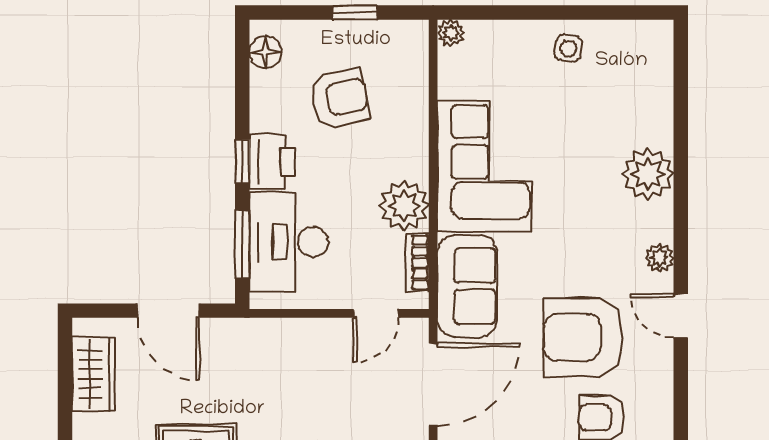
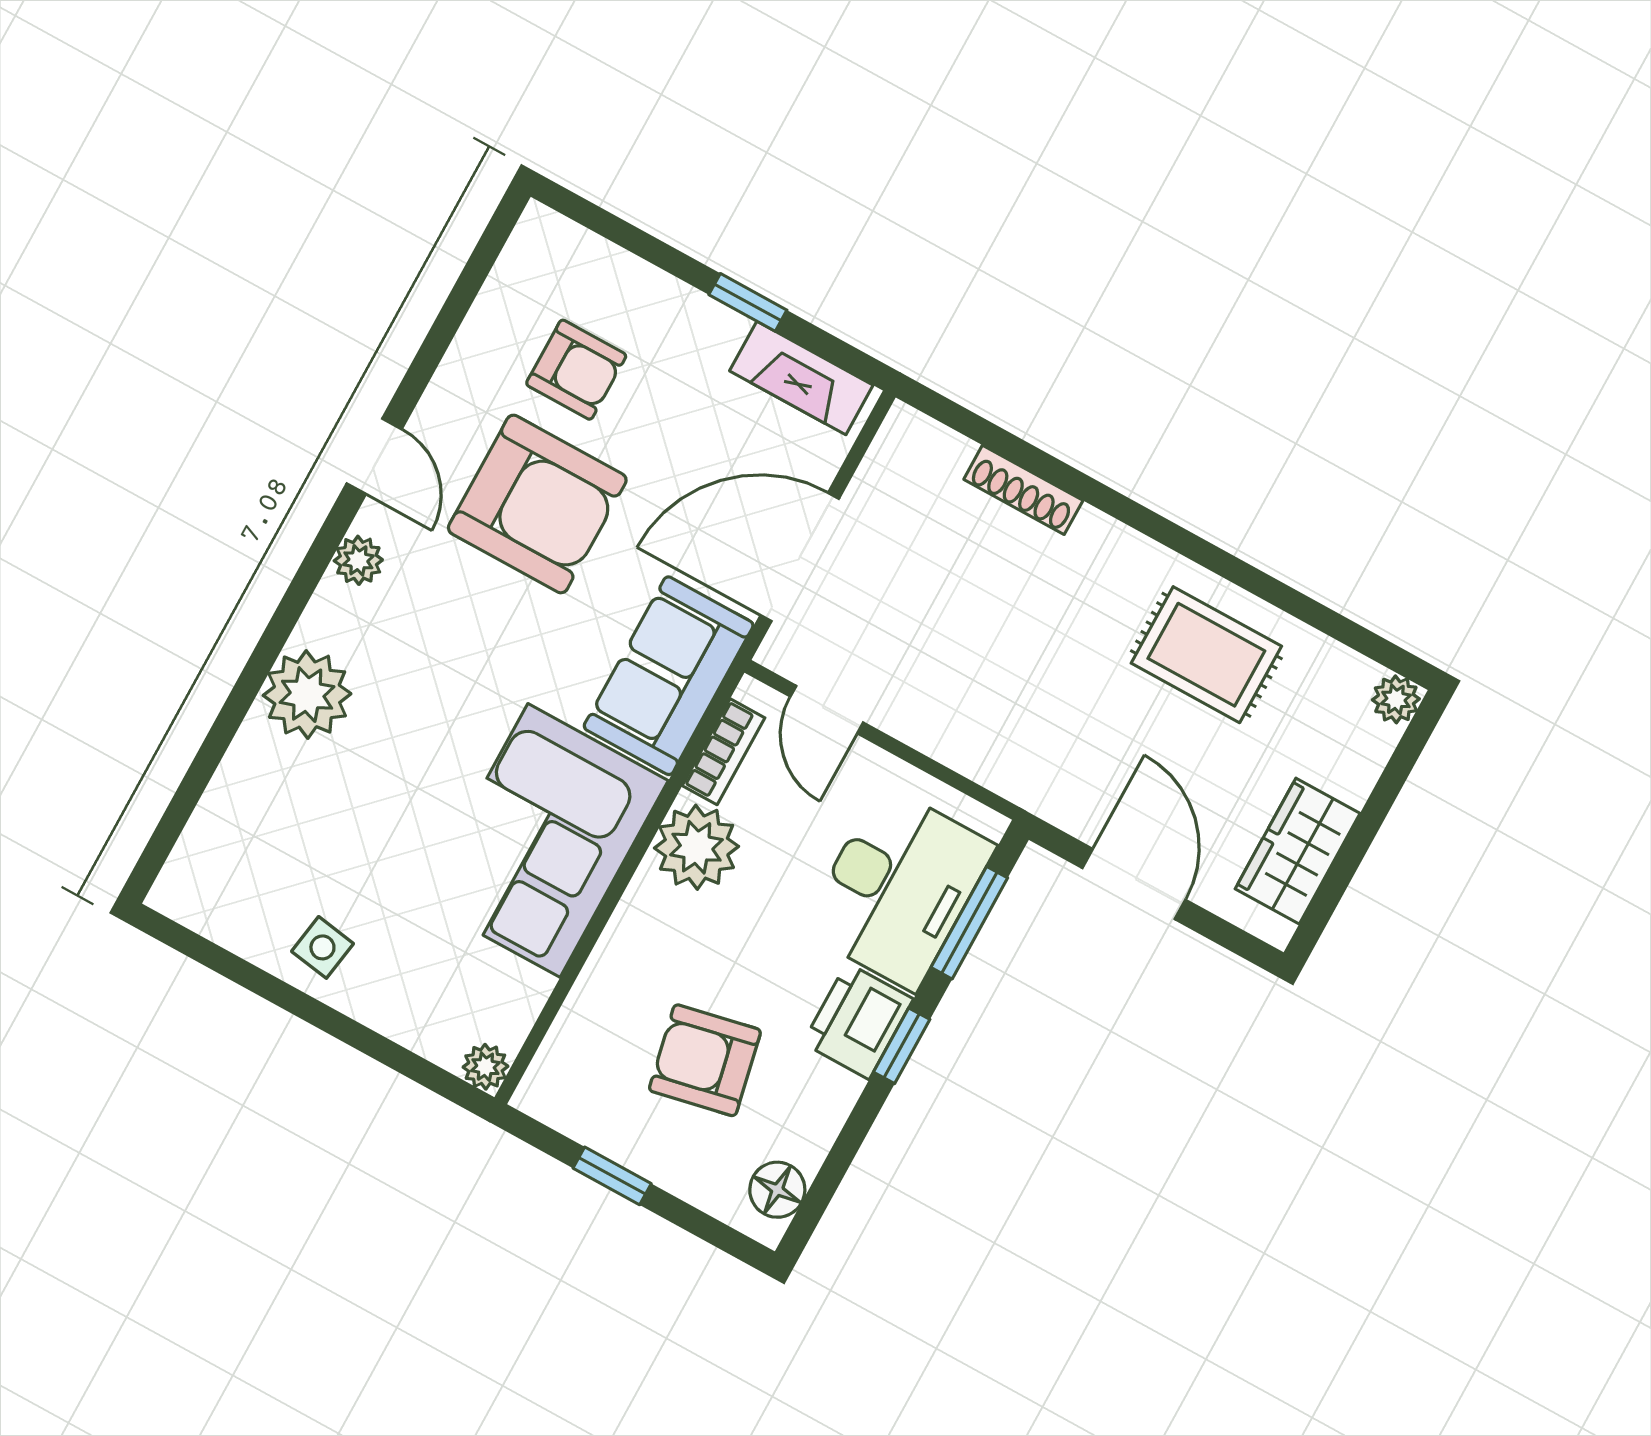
door: (376, 313) -> (827, 710), swing flipped

